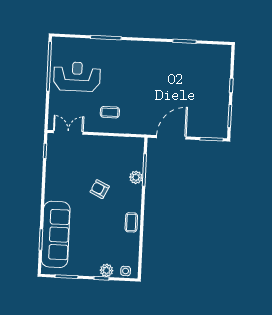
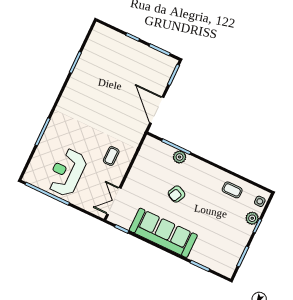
coffee table: (131, 222) -> (232, 190), moved
sofa: (56, 234) -> (163, 233), moved

